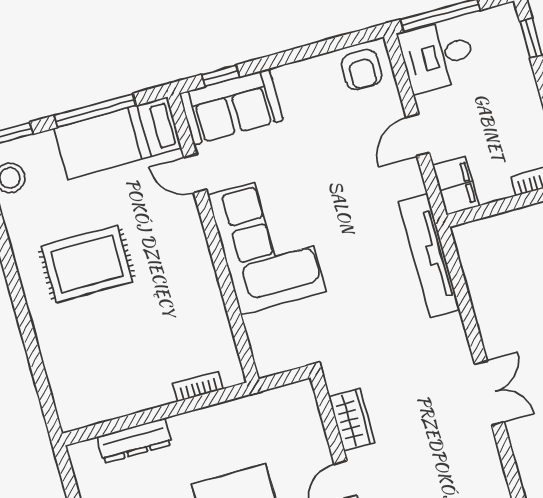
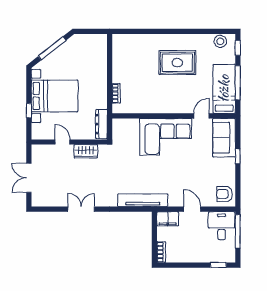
window: (221, 76) -> (238, 156), moved
rug: (87, 264) -> (177, 63), turned 90
double door: (489, 393) -> (81, 209), swing flipped
dresser: (134, 441) -> (101, 124), moved

